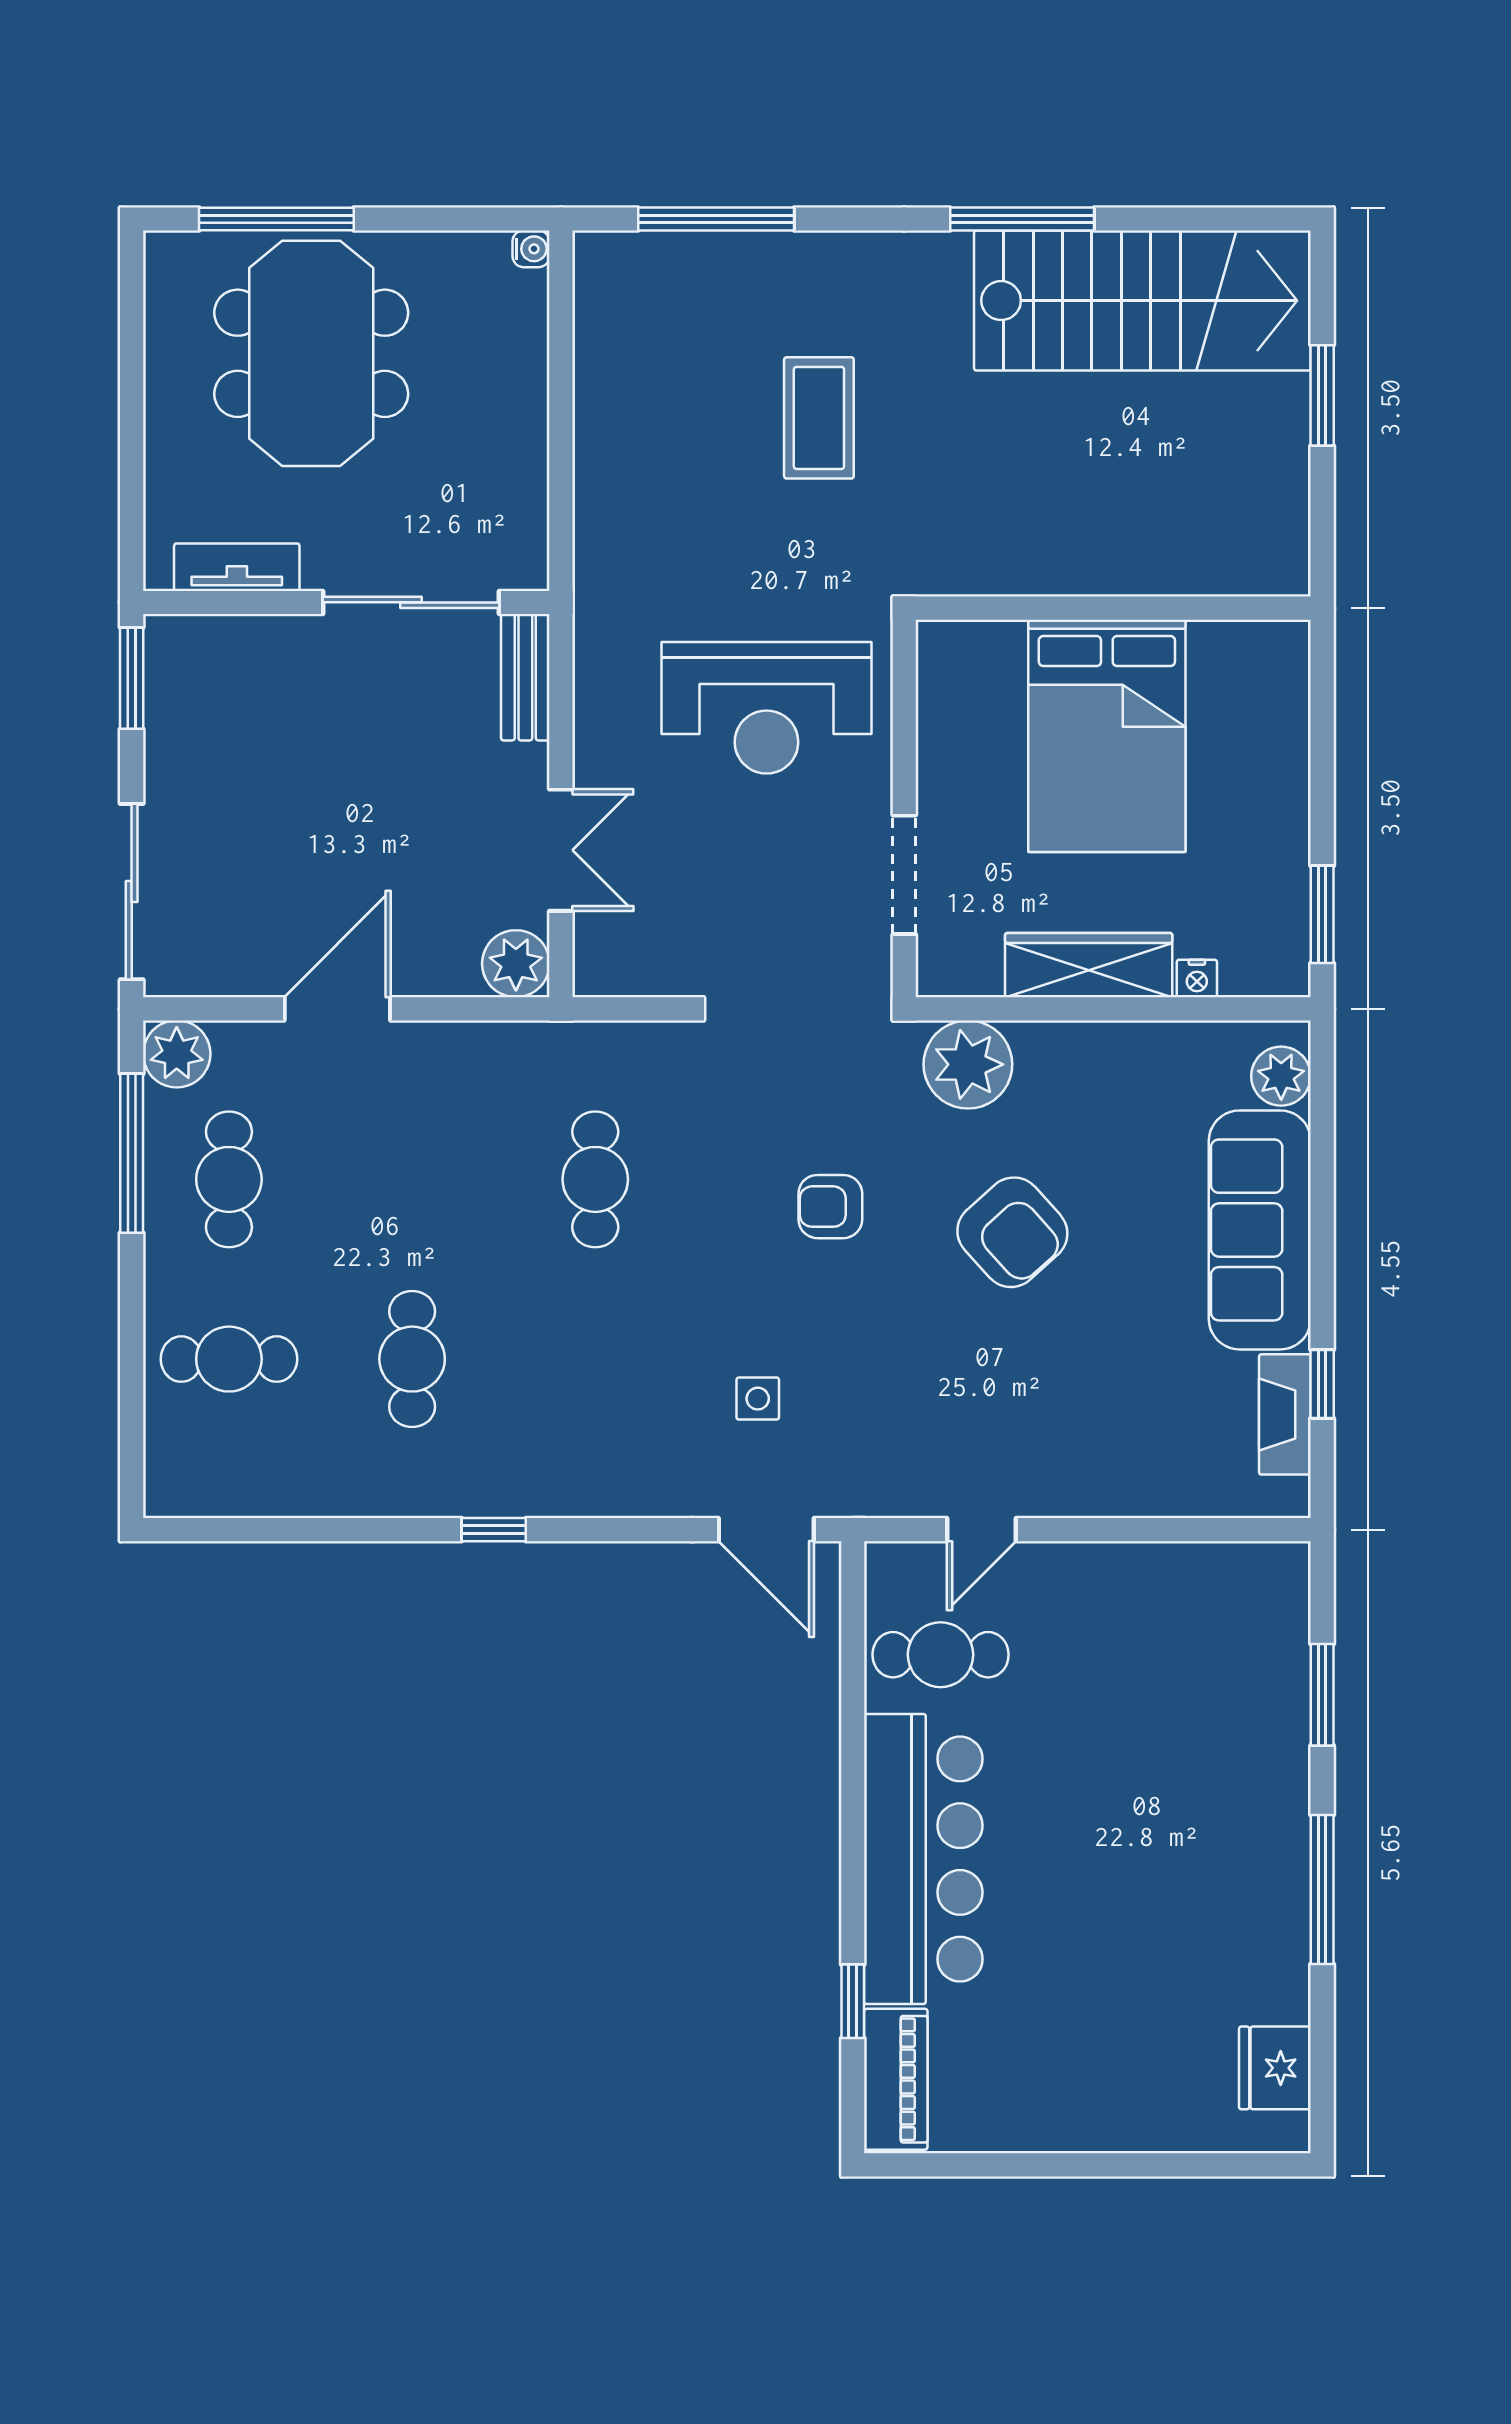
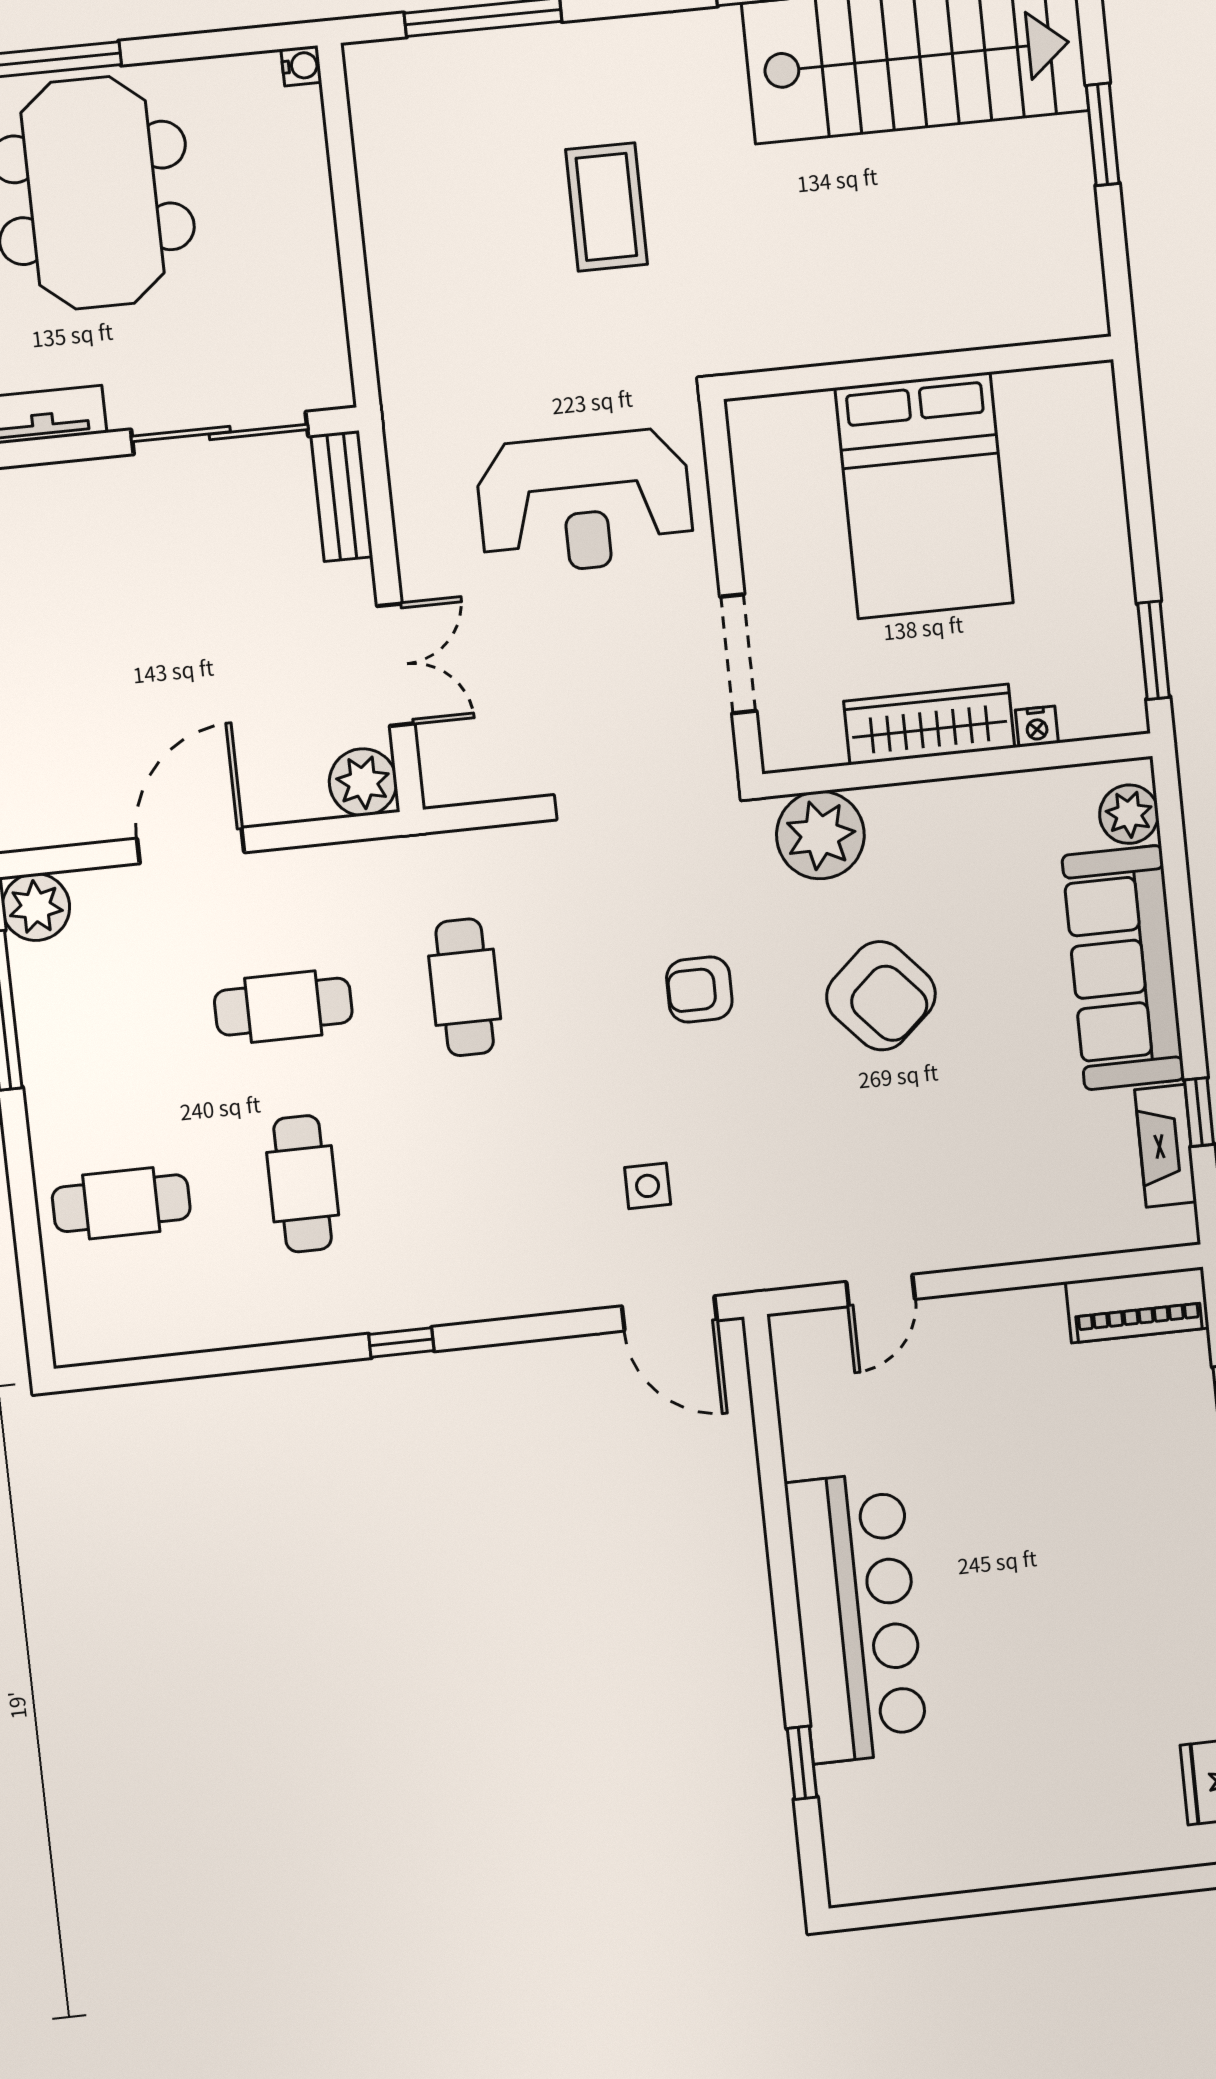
cafe table: (229, 1179) -> (283, 1007), moved, turned 90
cafe table: (941, 1655) -> (853, 1417), removed
piano: (896, 2079) -> (1137, 1305), moved, turned 90

